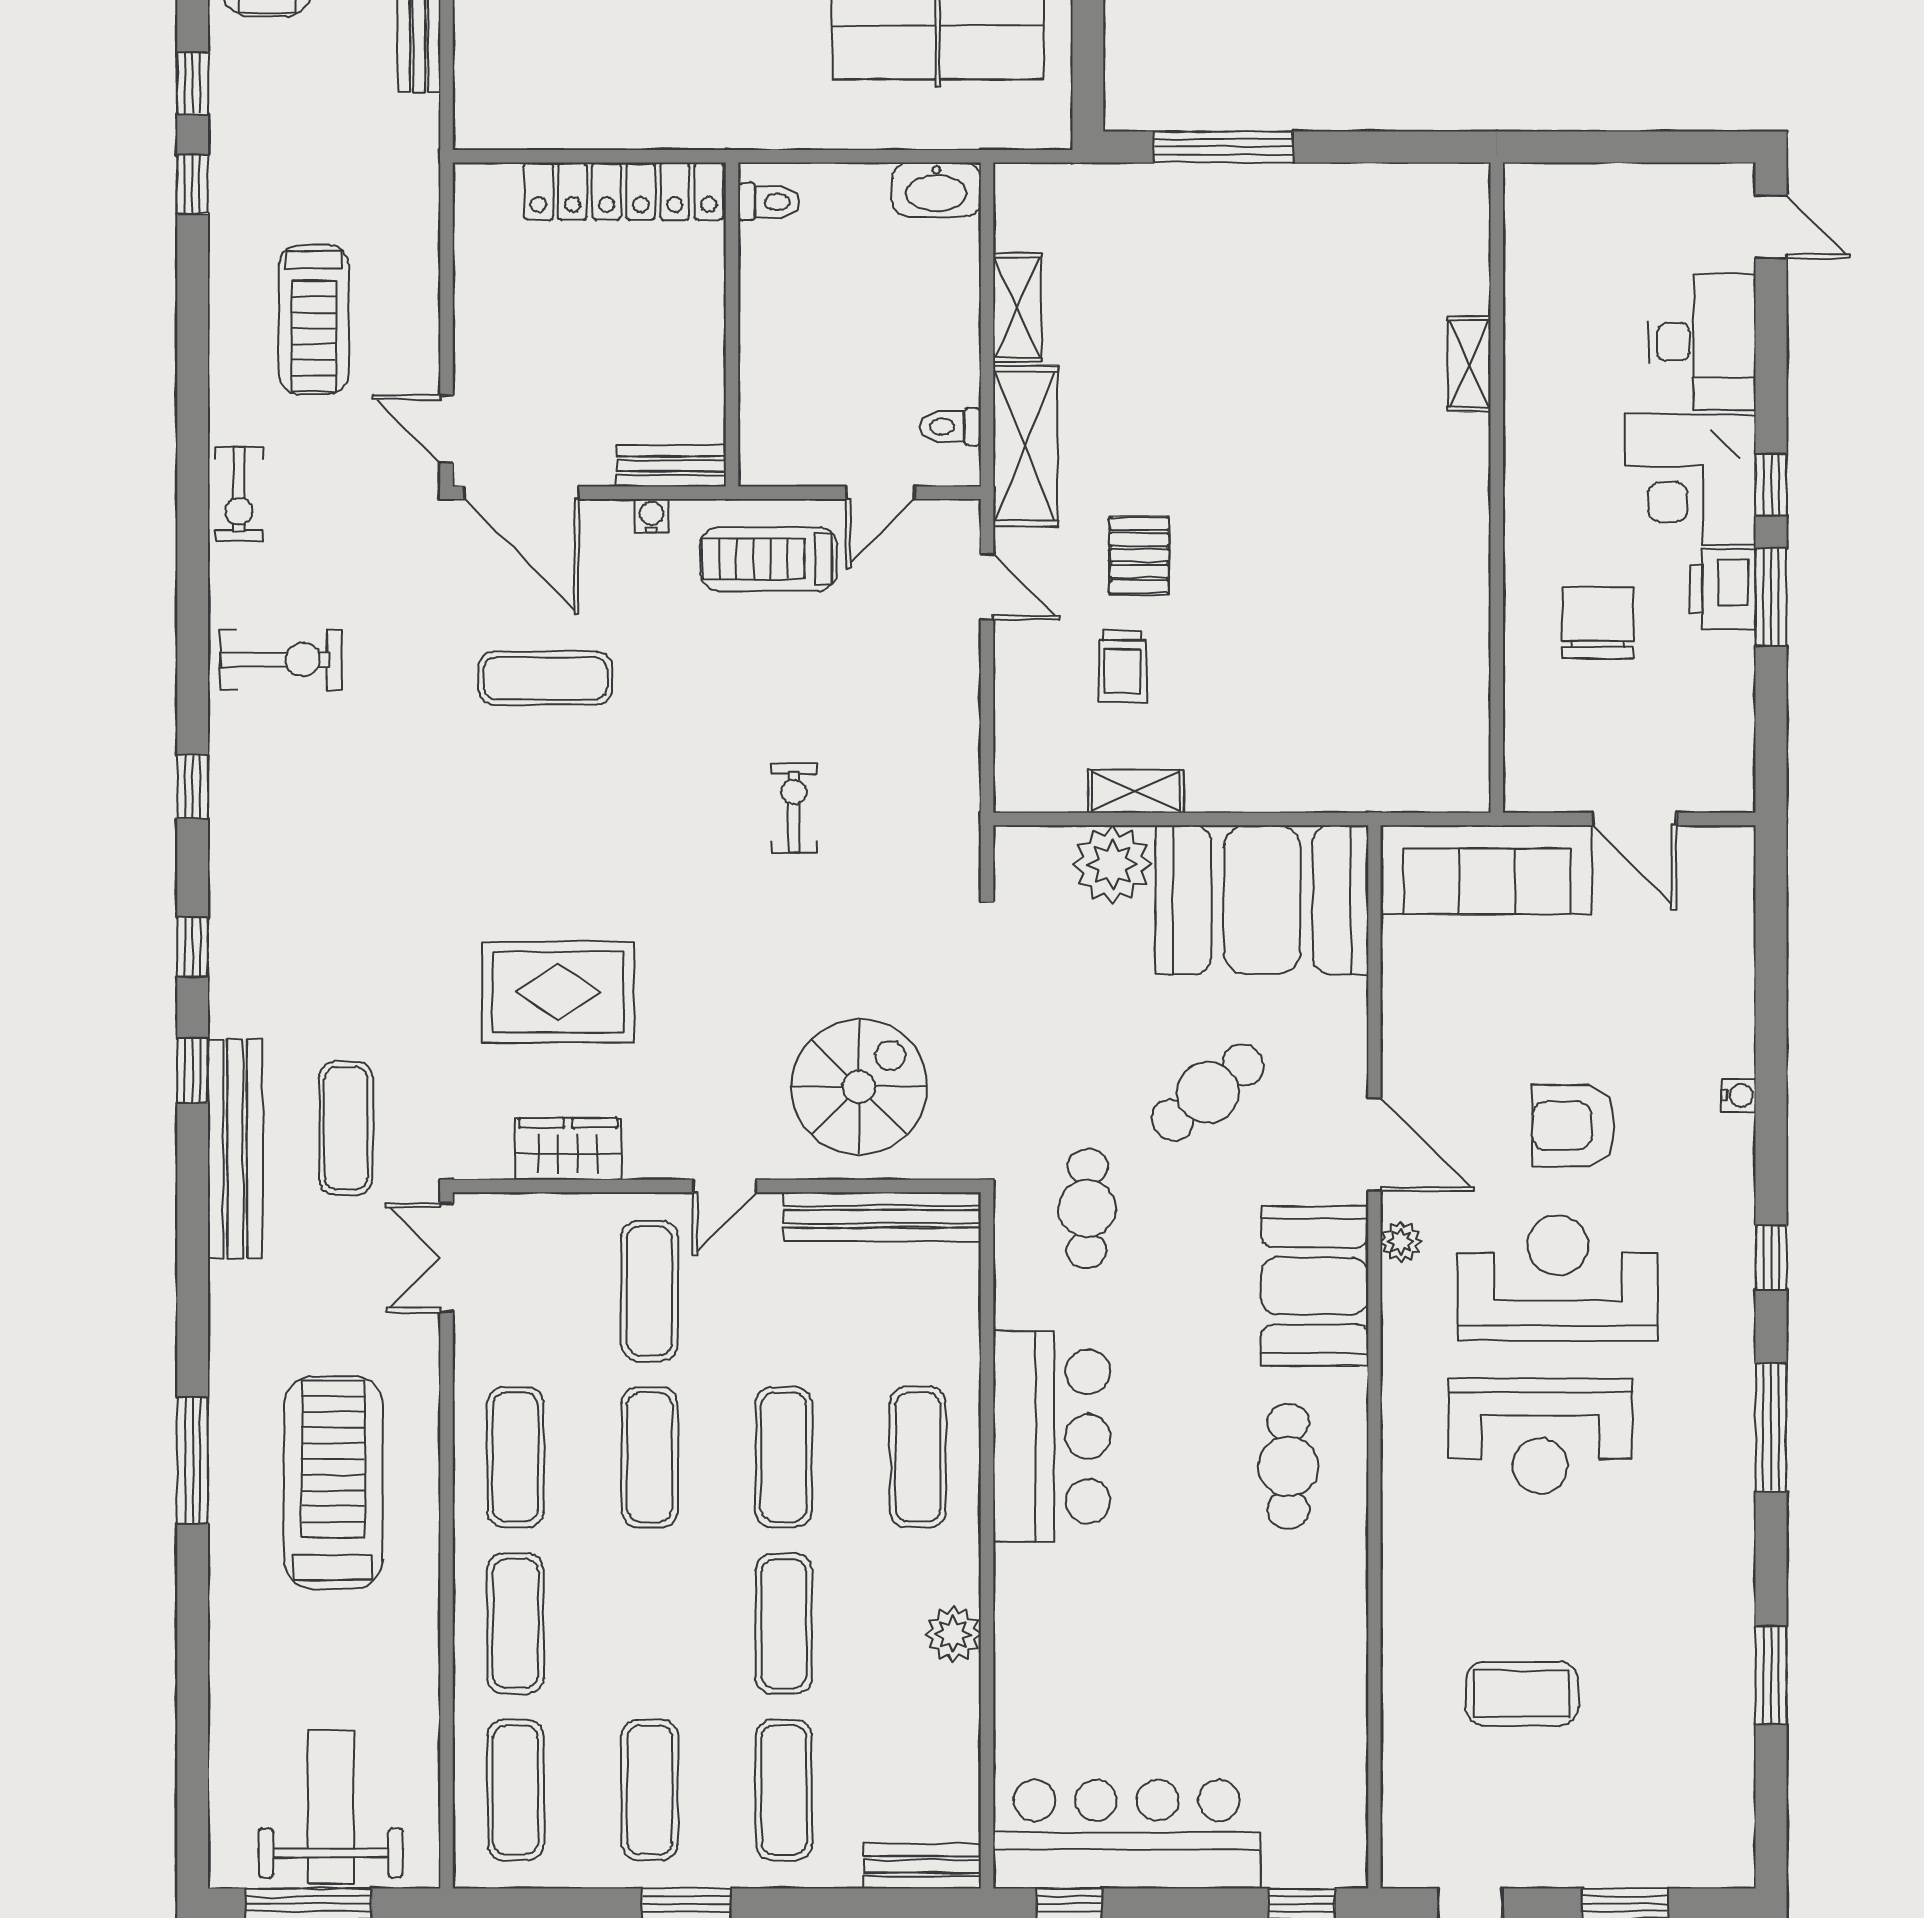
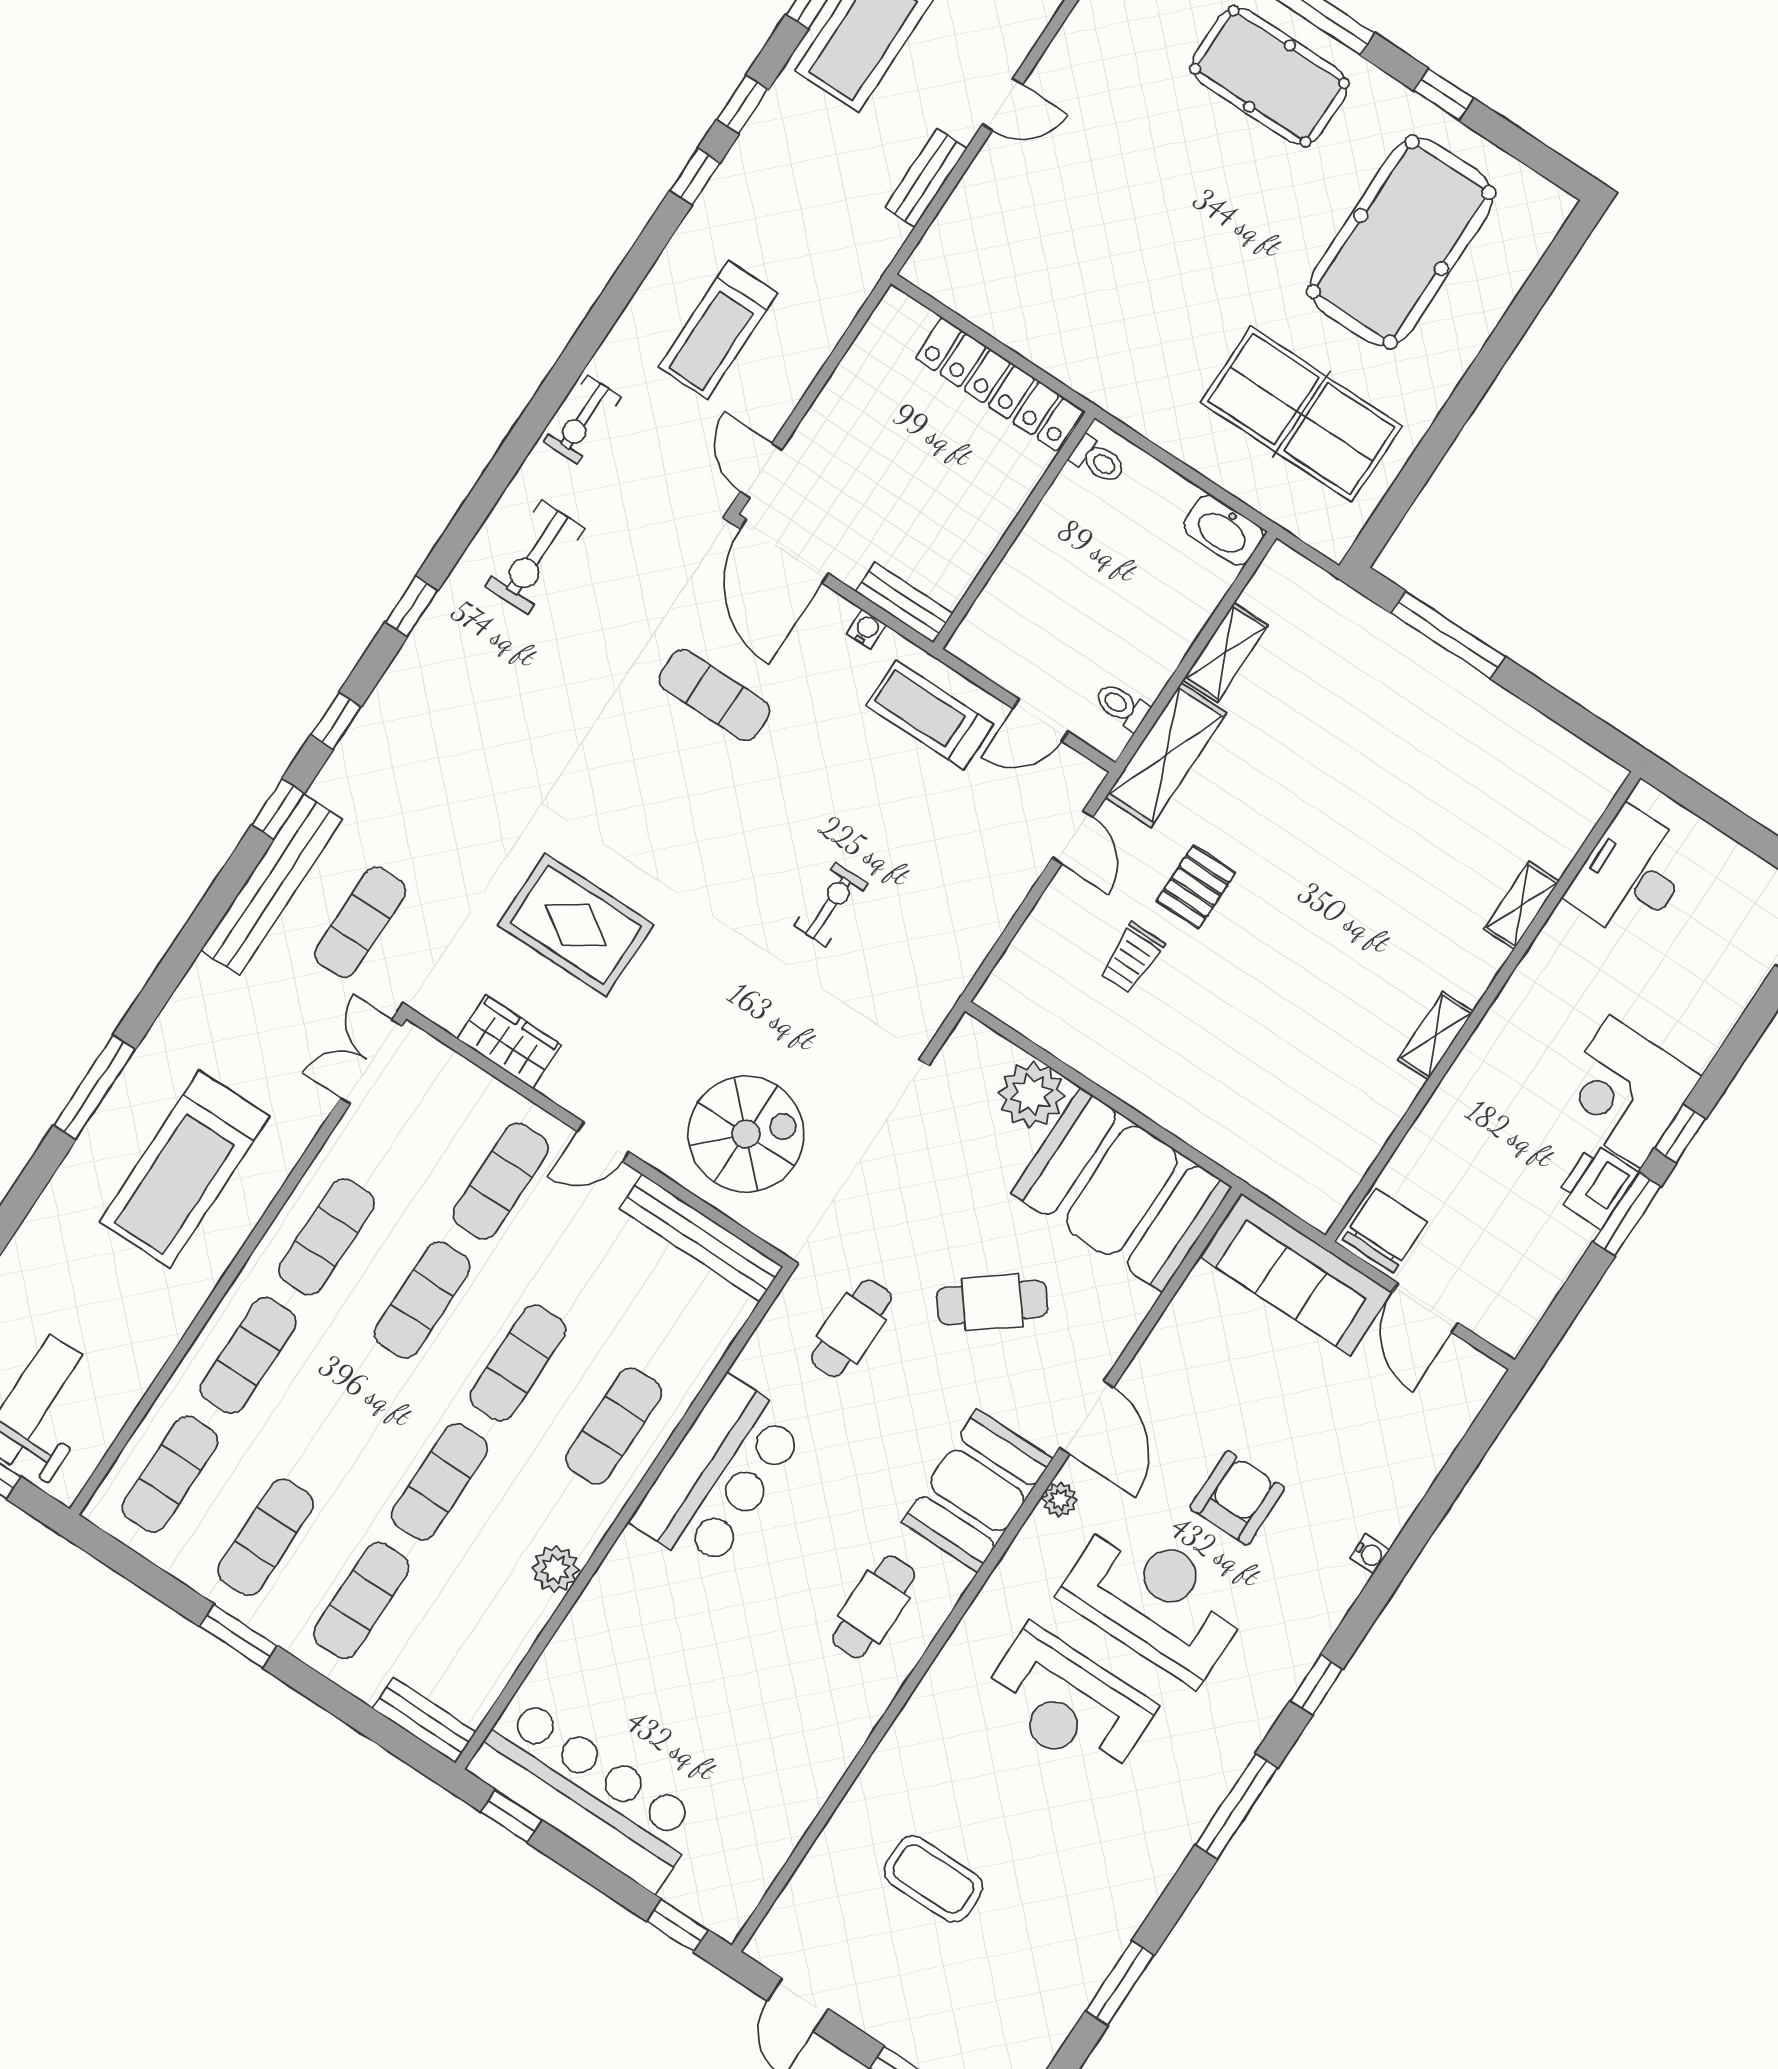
desk: (1702, 342) -> (1631, 875), moved, turned 180
chair: (1598, 623) -> (1385, 1231), moved
exercise bike: (281, 660) -> (535, 557), turned 90
shelving: (1136, 791) -> (1435, 1036), moved, turned 90
armchair: (1573, 1126) -> (1237, 1498), turned 90
treadmill: (333, 1483) -> (184, 1169), turned 180

